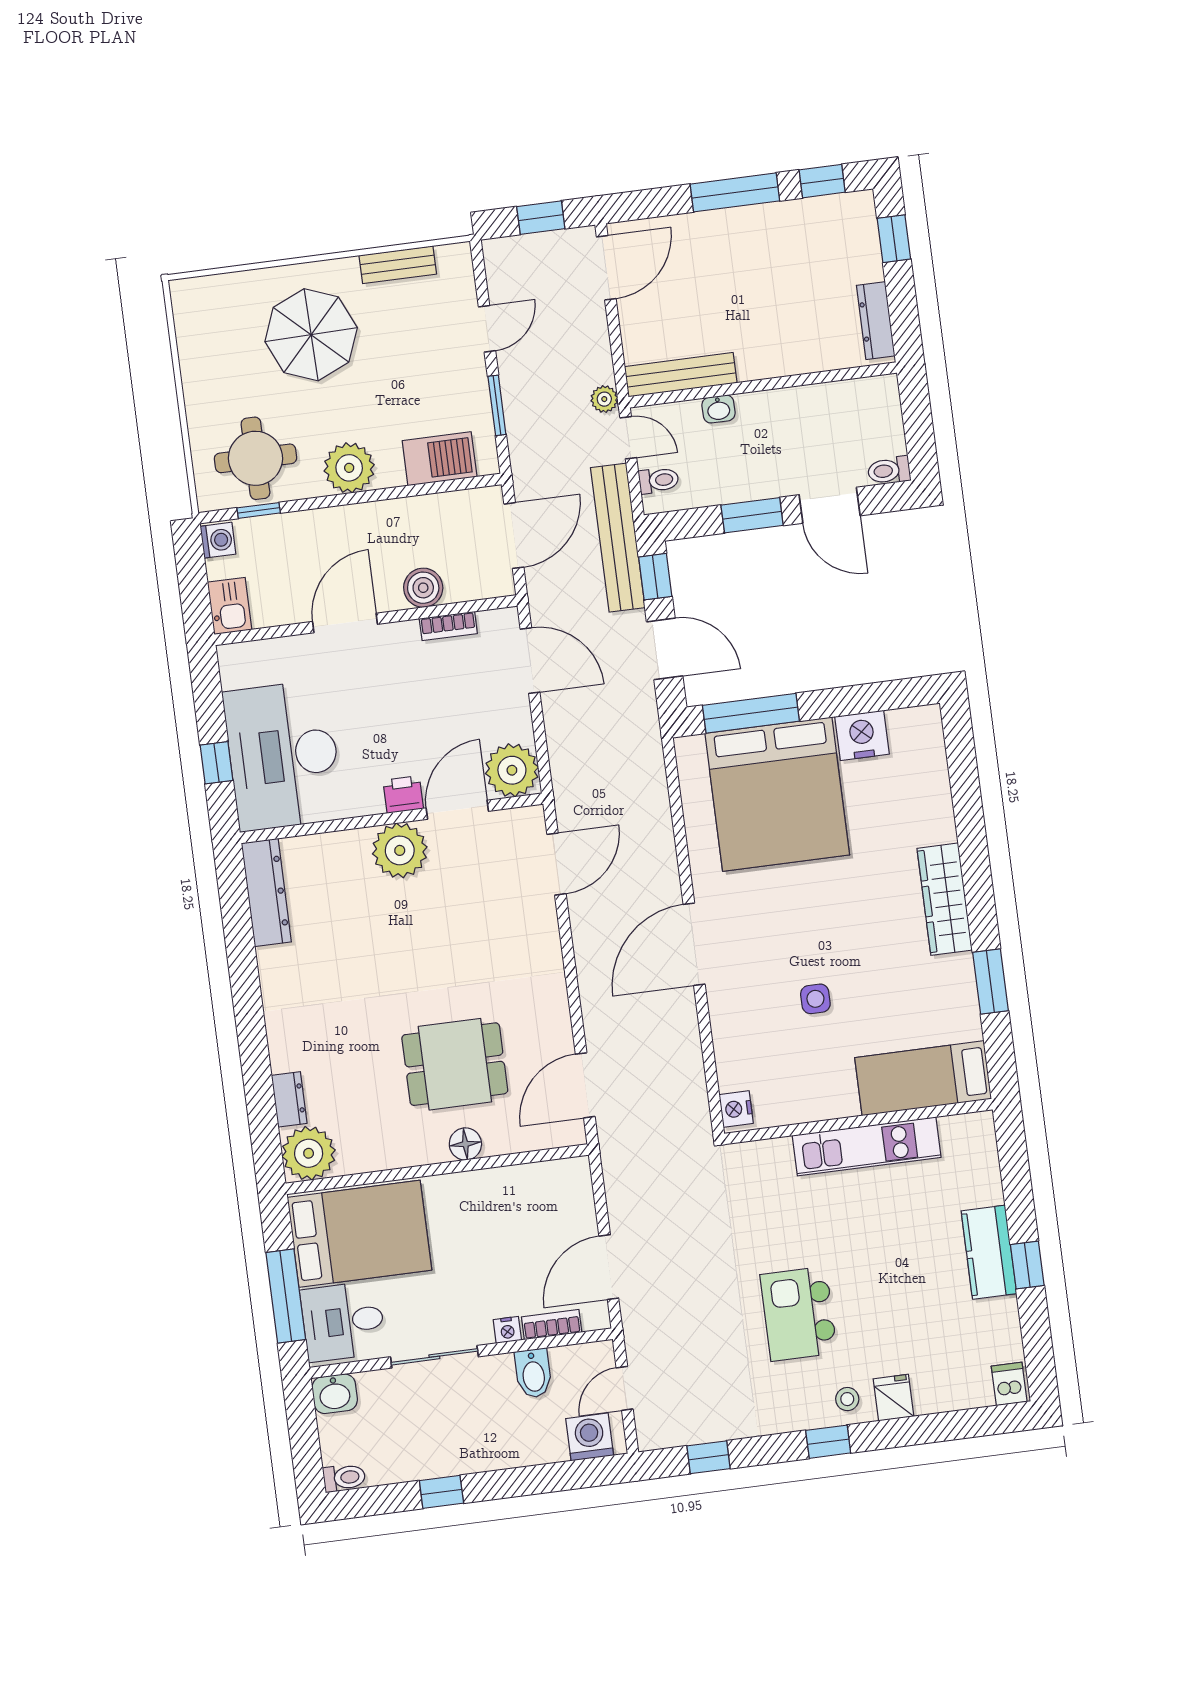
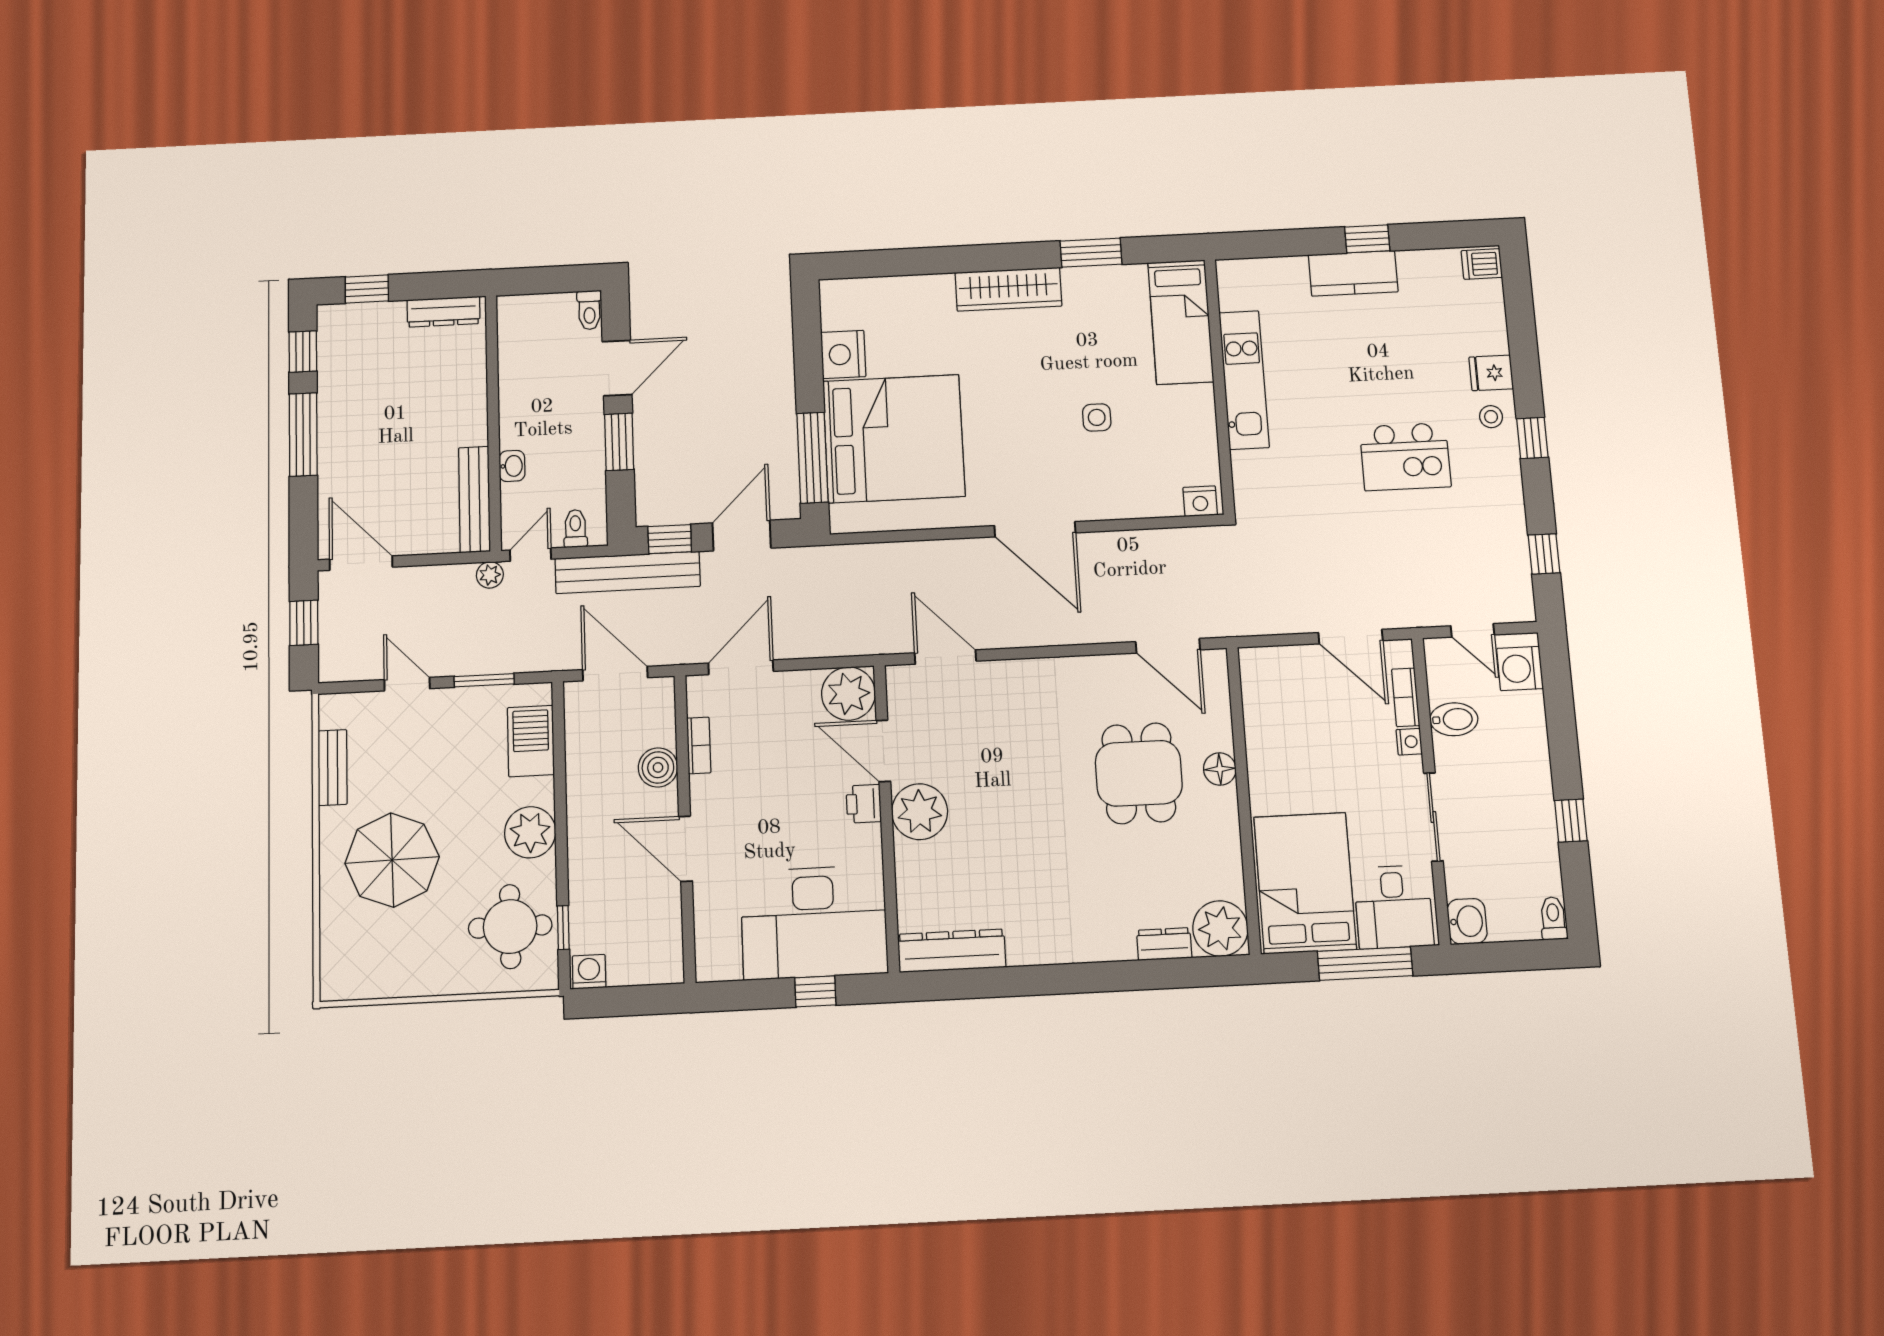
kitchen sink: (230, 606) -> (657, 965), removed

